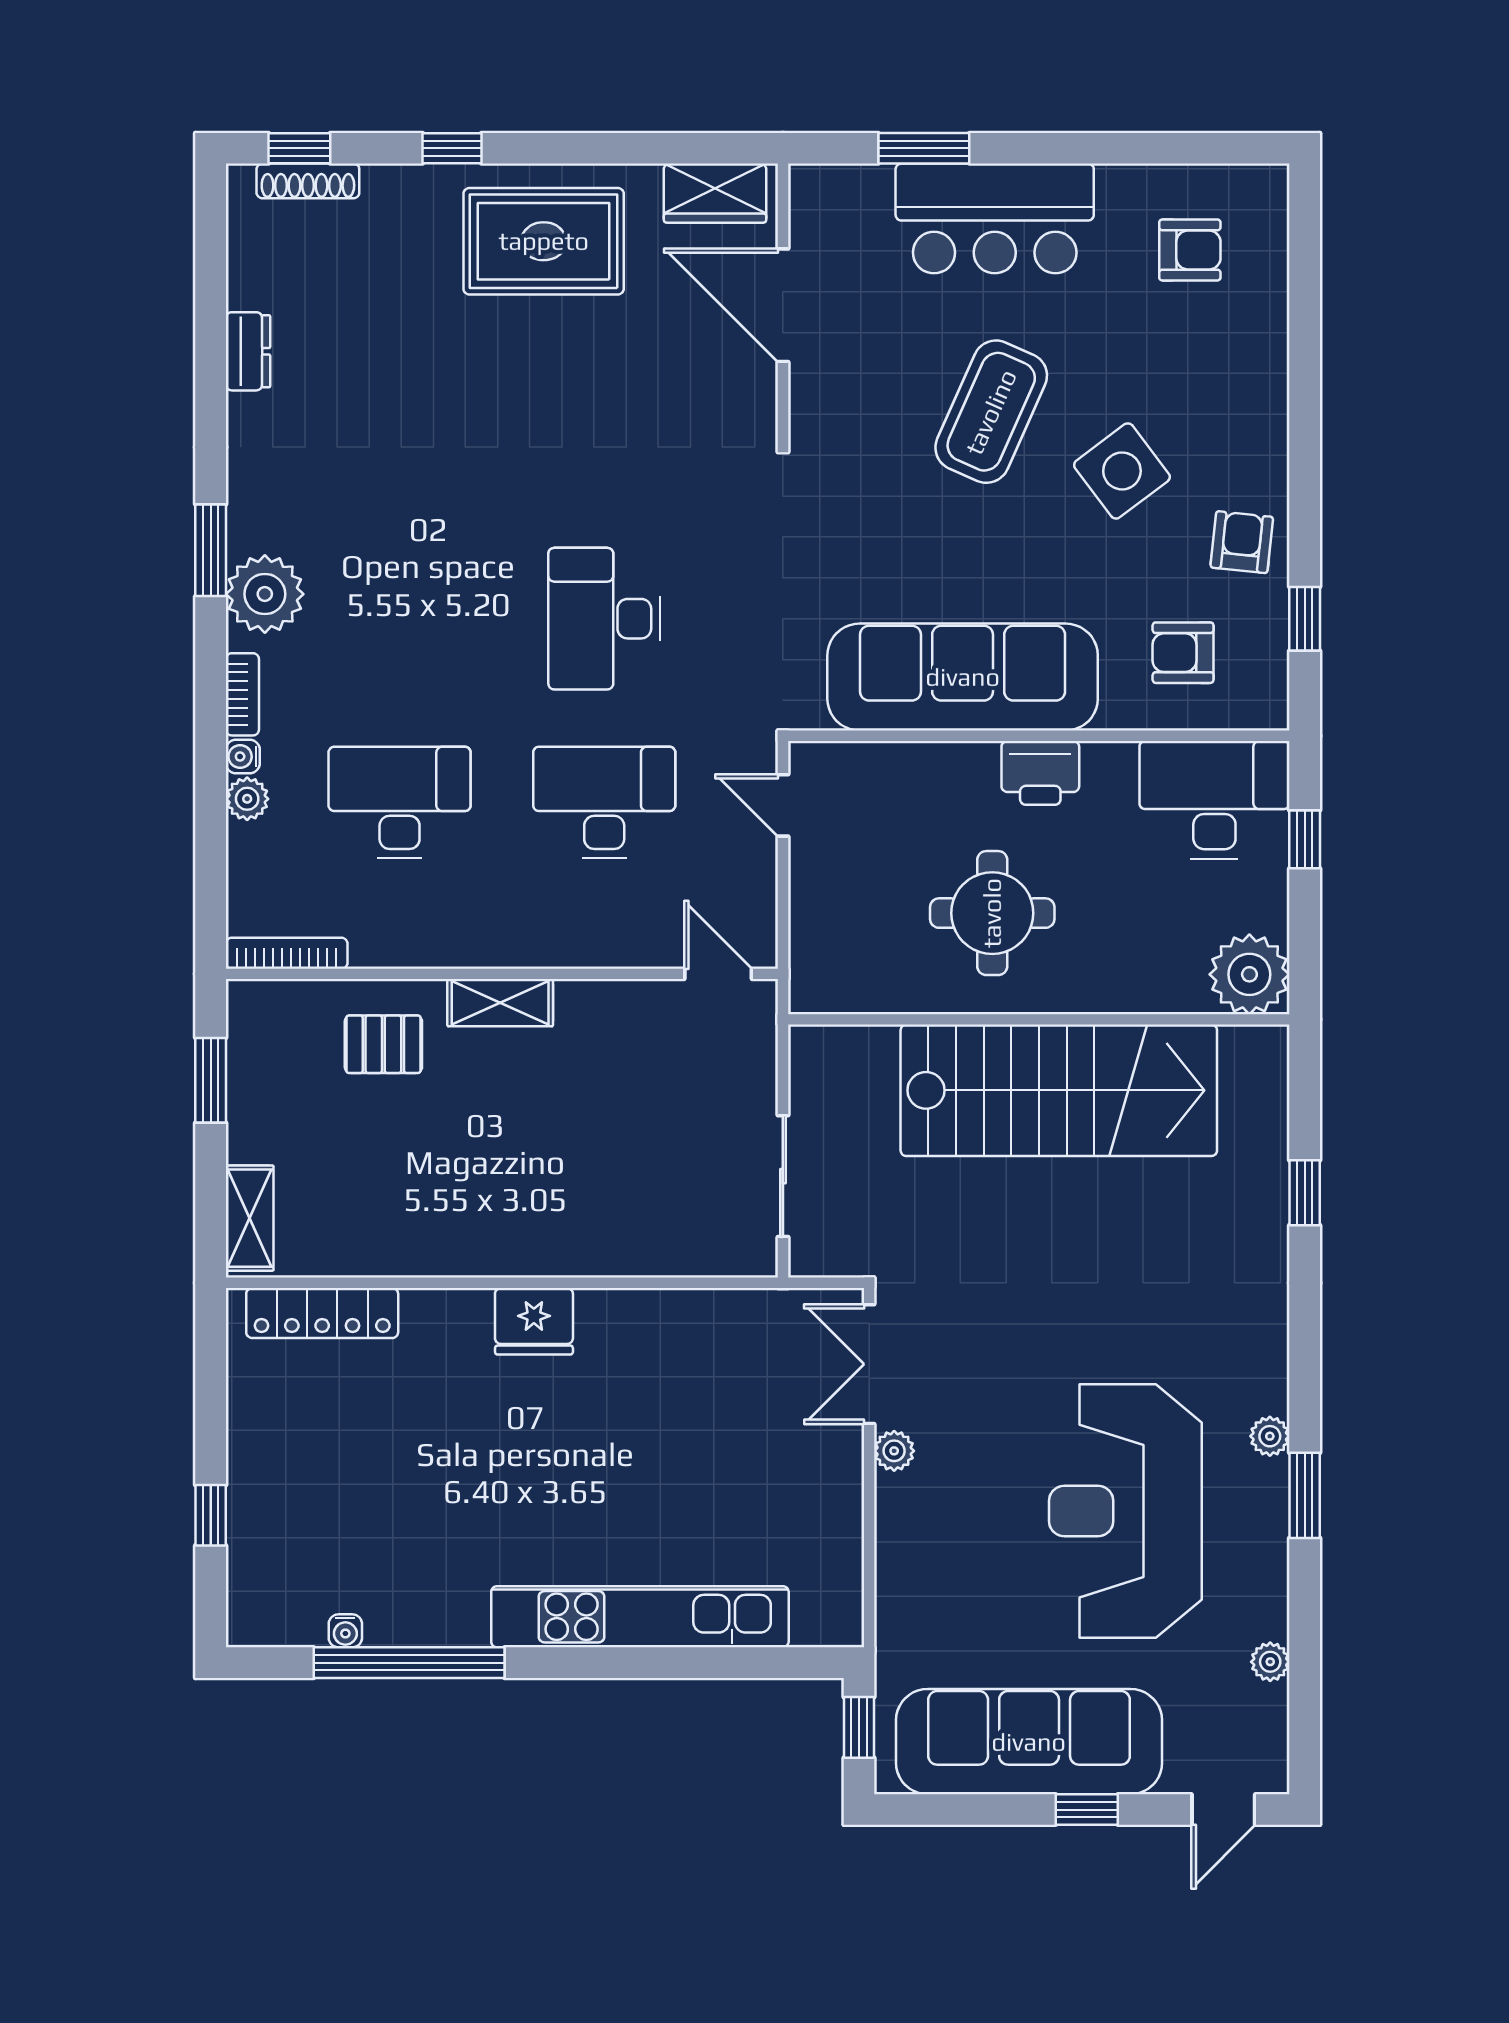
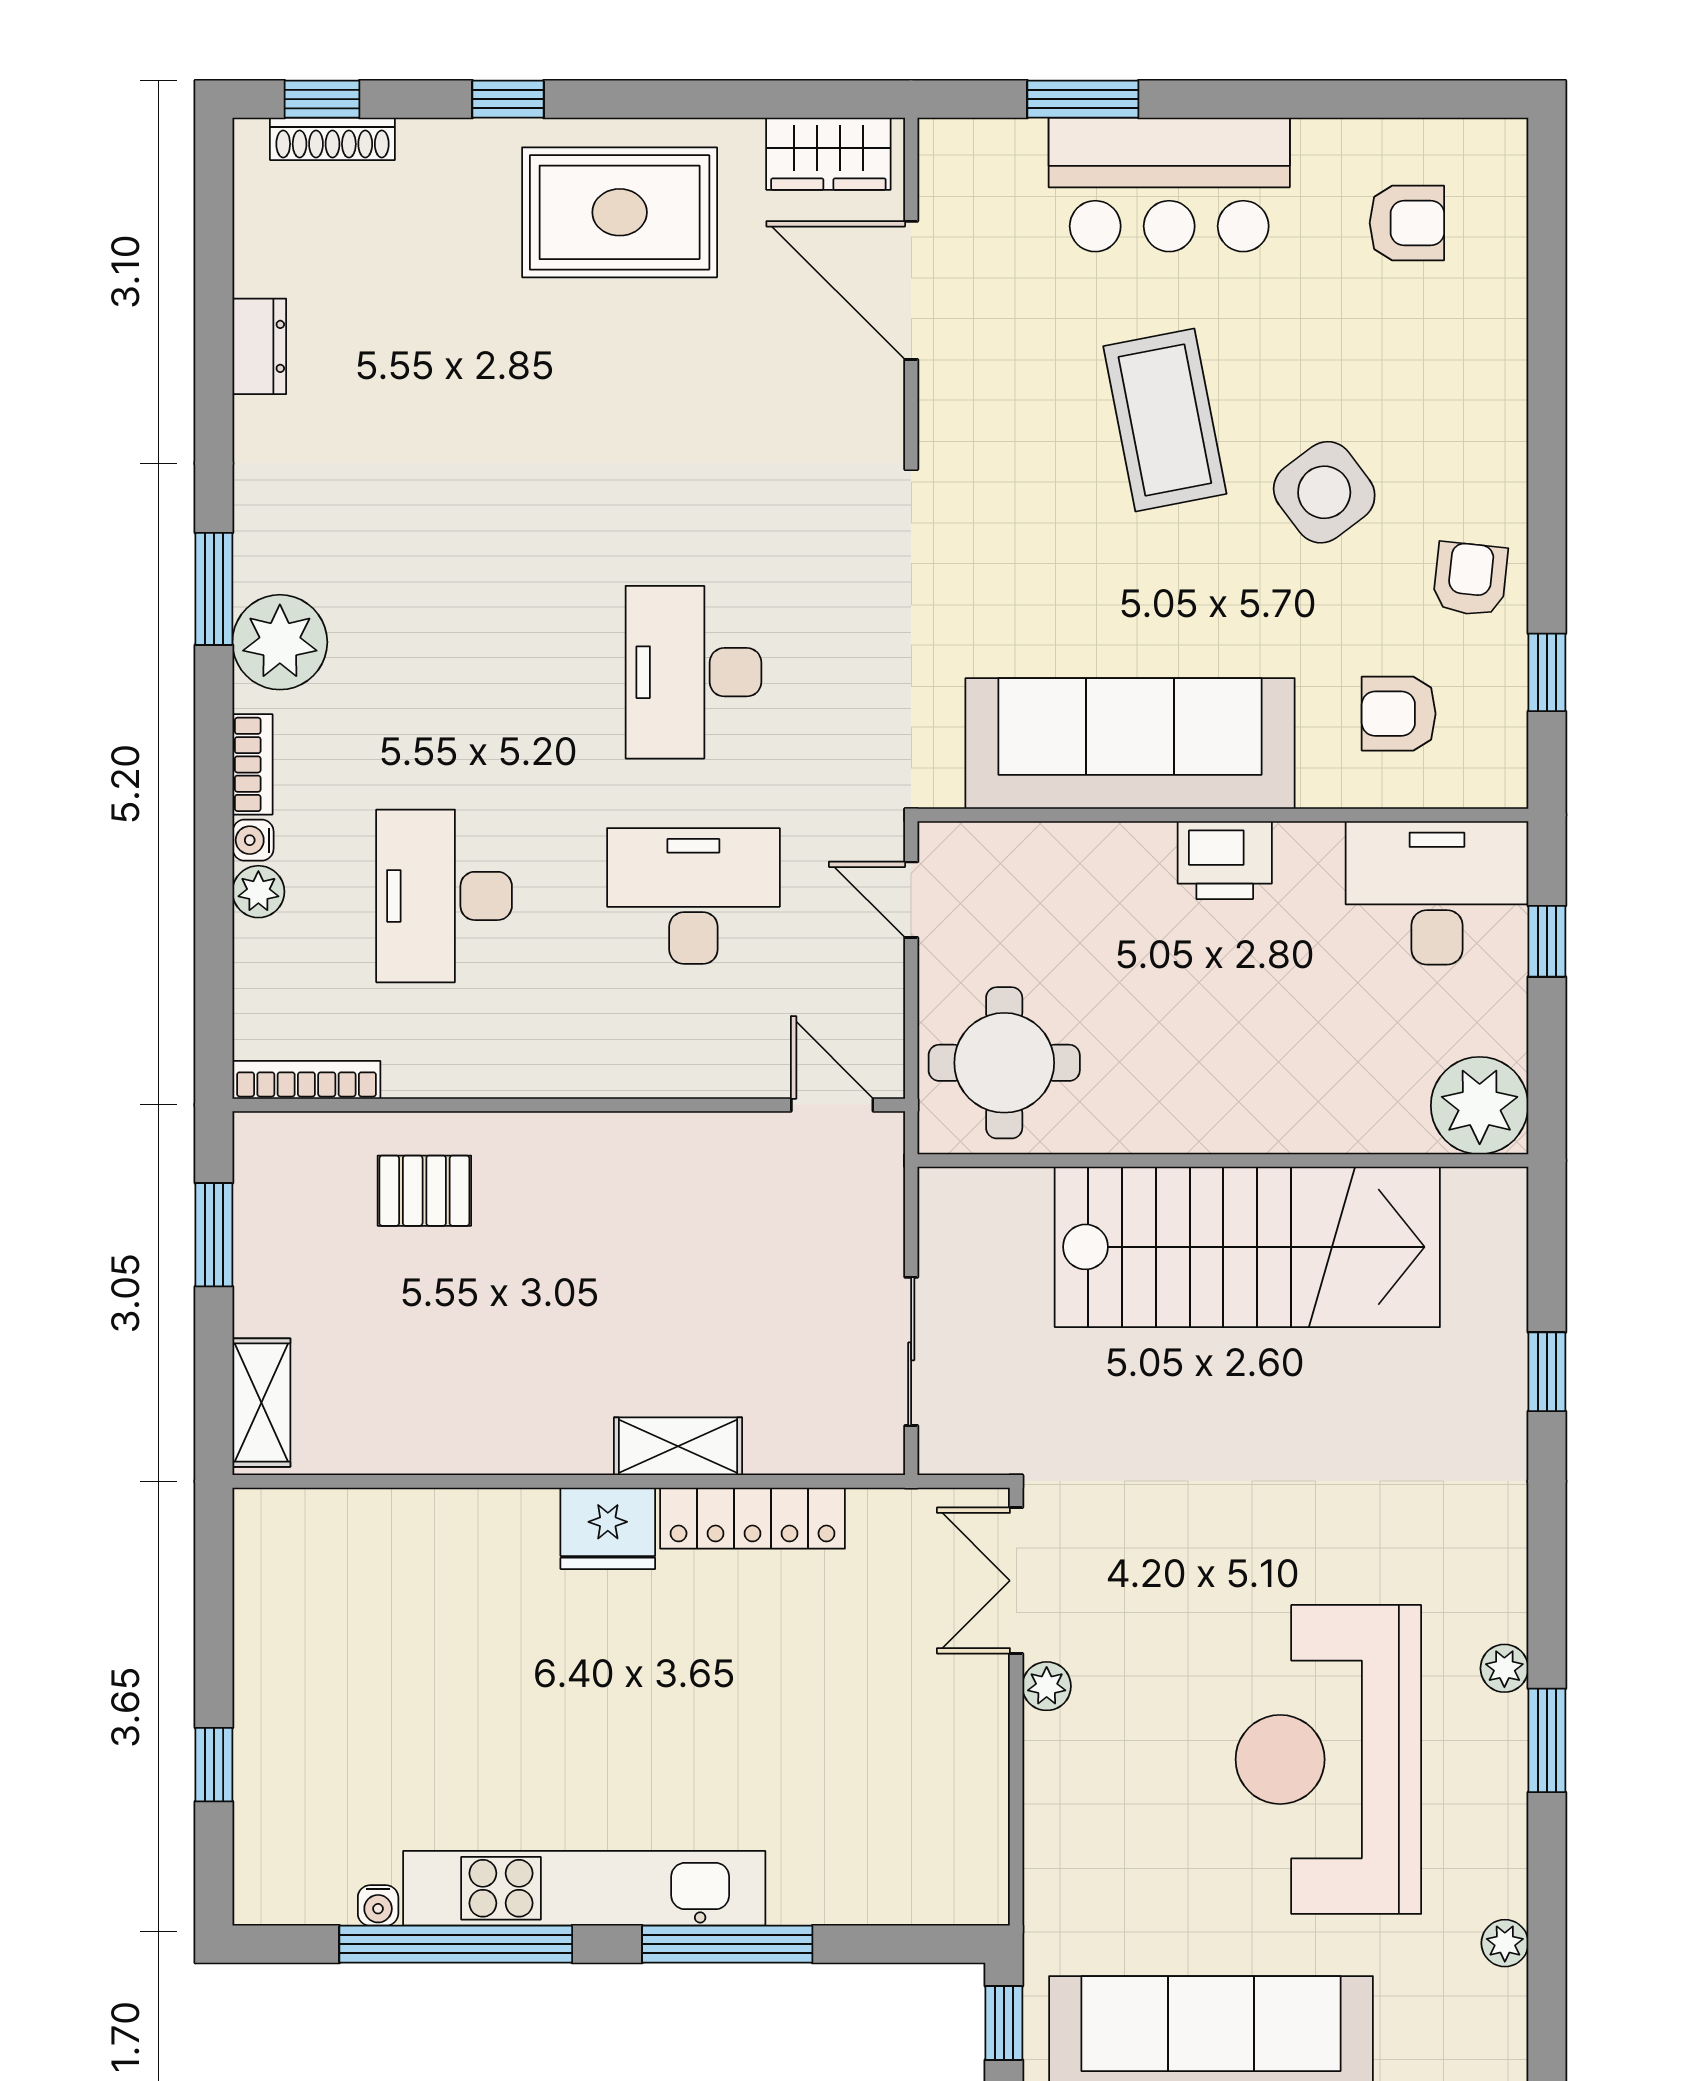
coffee table: (991, 412) -> (1165, 420), turned -35
desk: (400, 802) -> (444, 896), turned -90
round table: (992, 913) -> (1004, 1063), moved
shelving: (500, 1003) -> (678, 1446), moved
locker: (322, 1313) -> (752, 1518), moved
kitchen unit: (640, 1617) -> (584, 1888), moved
window: (632, 1663) -> (727, 1944), added

